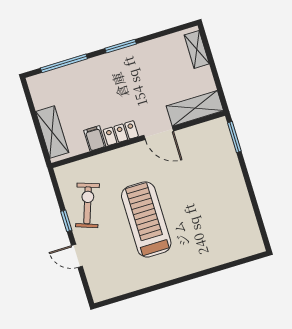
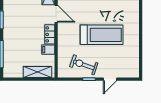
door: (159, 133) -> (56, 14), hinge flipped
treadmill: (146, 219) -> (102, 35), turned 180

